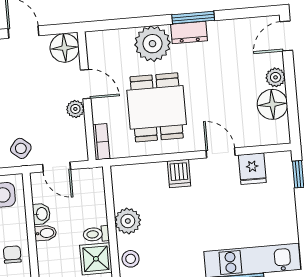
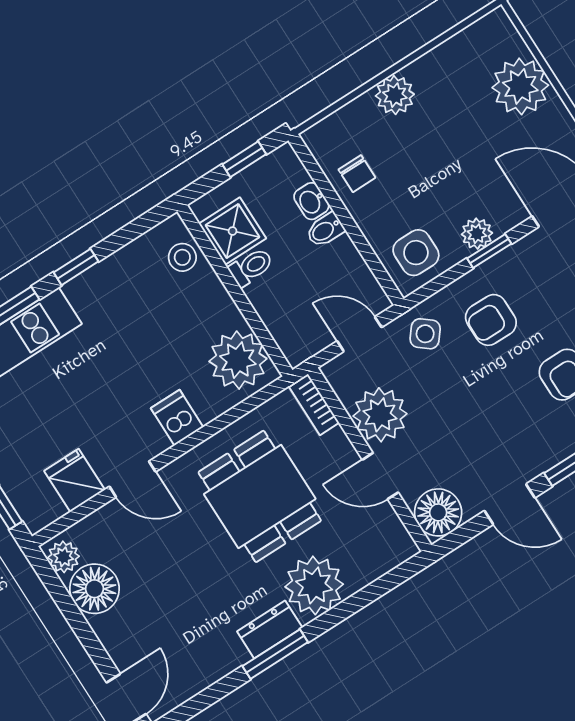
plant: (276, 77) -> (64, 557), moved
plant: (75, 109) -> (380, 415), width x1.87, depth x1.87
washbasin: (41, 214) -> (311, 201), moved
plant: (128, 221) -> (238, 360), moved, width x1.36, depth x1.36

